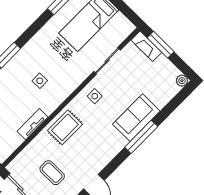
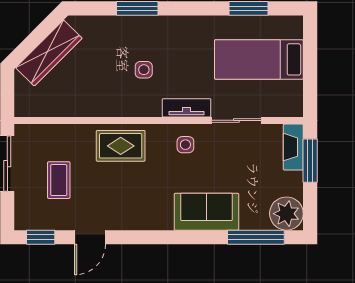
plant: (182, 81) -> (286, 214), width x1.87, depth x1.87
tv unit: (32, 124) -> (186, 108), moved
window: (141, 137) -> (256, 237), moved

